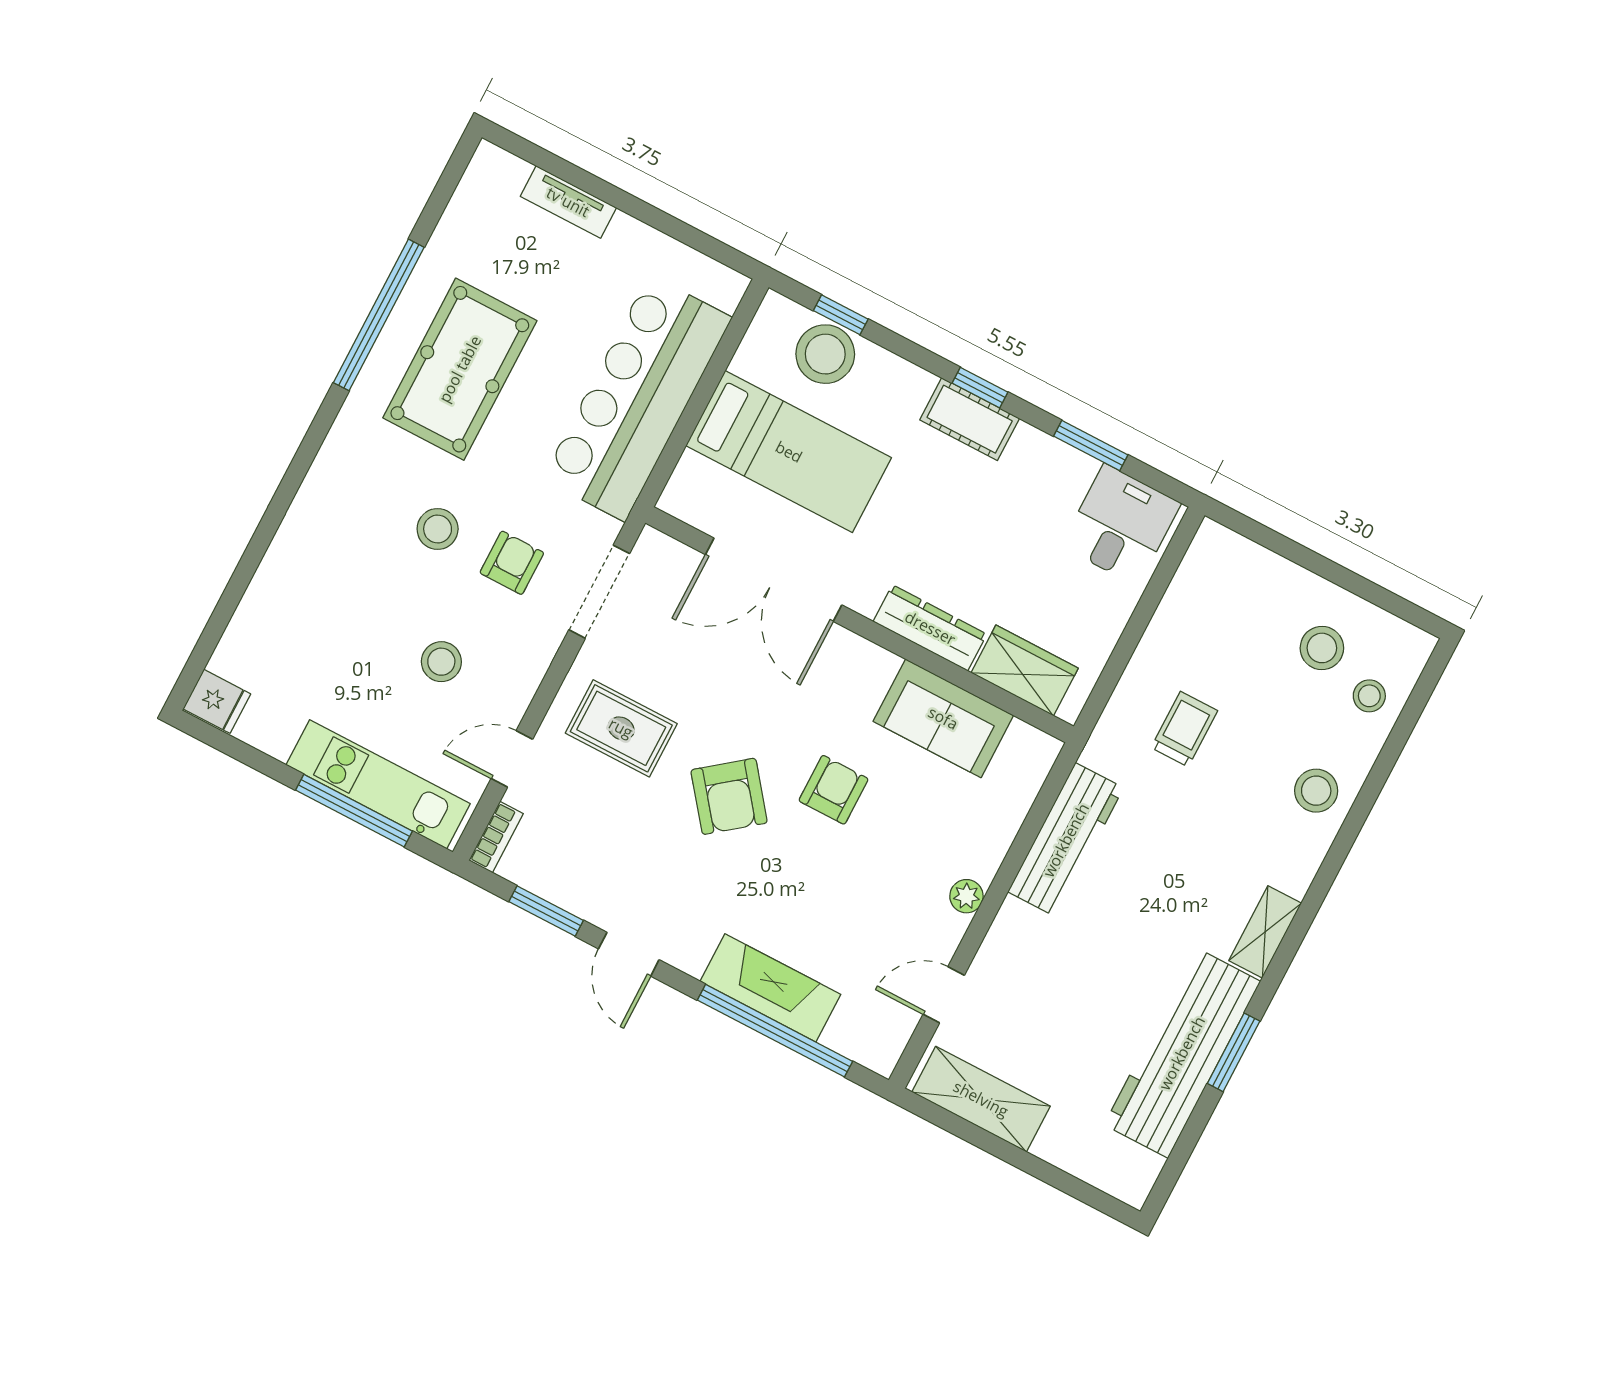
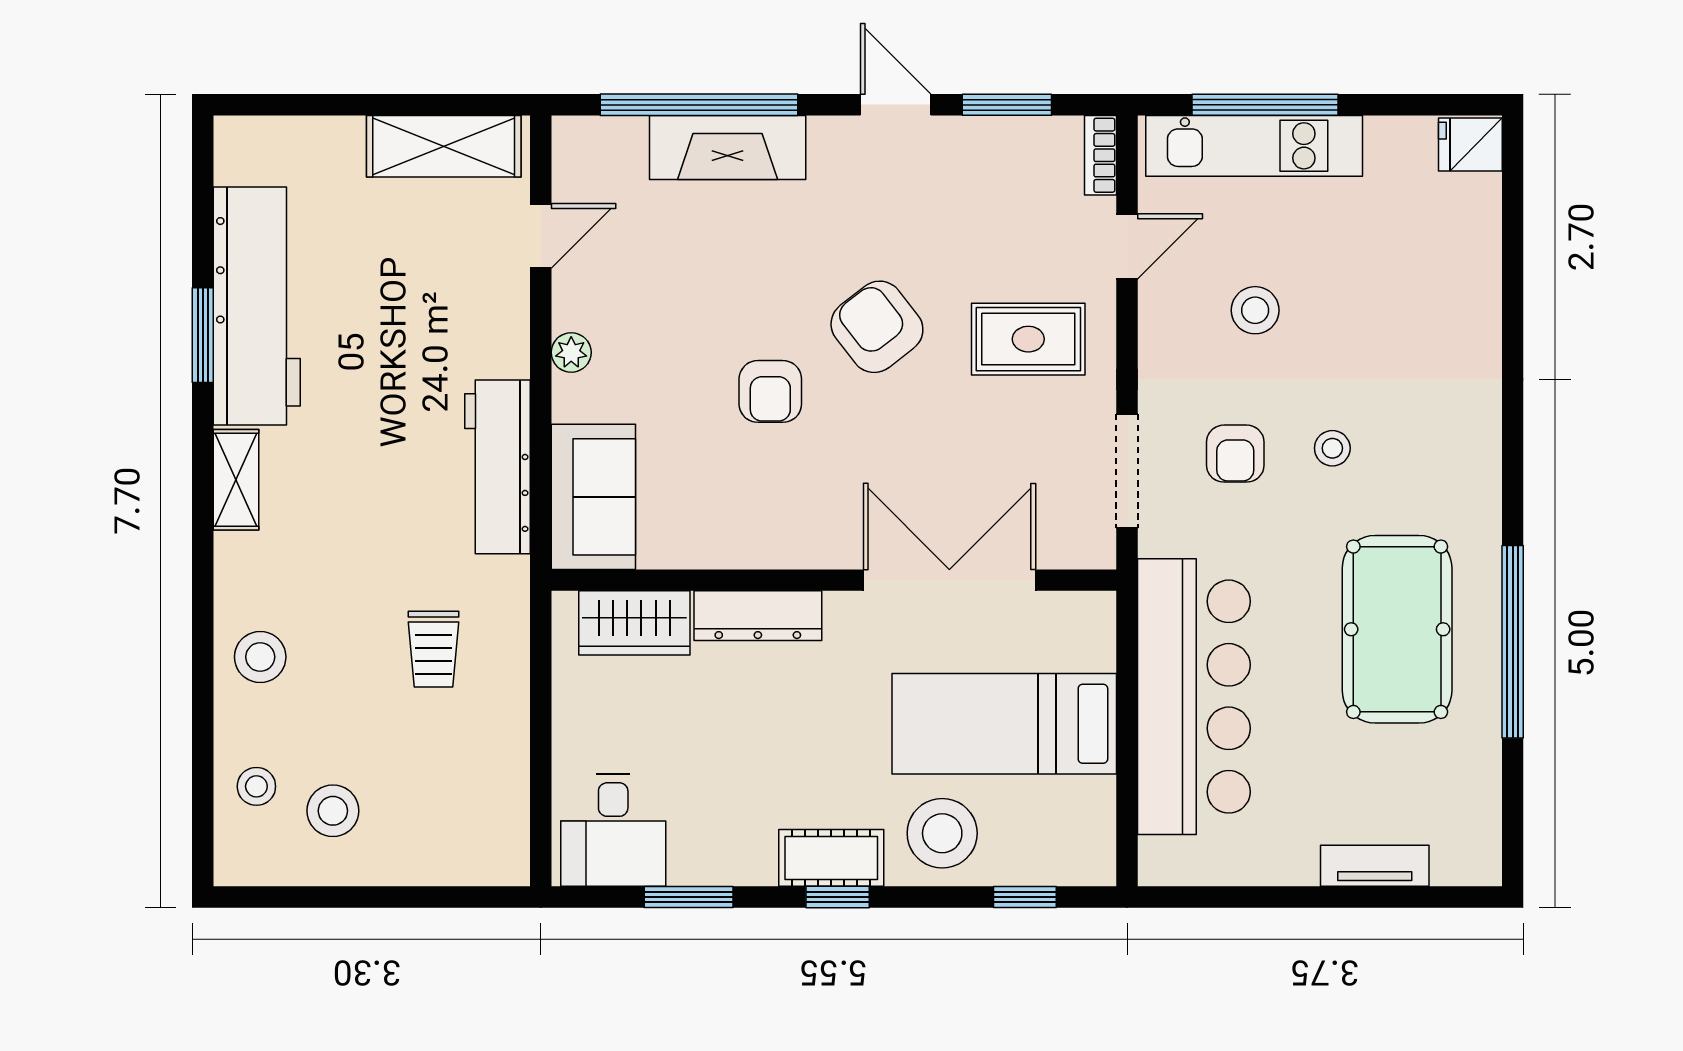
stool: (825, 354) -> (942, 833), moved
stool: (438, 529) -> (1332, 448), width x0.73, depth x0.73
sofa: (943, 718) -> (593, 497), moved, turned 90

